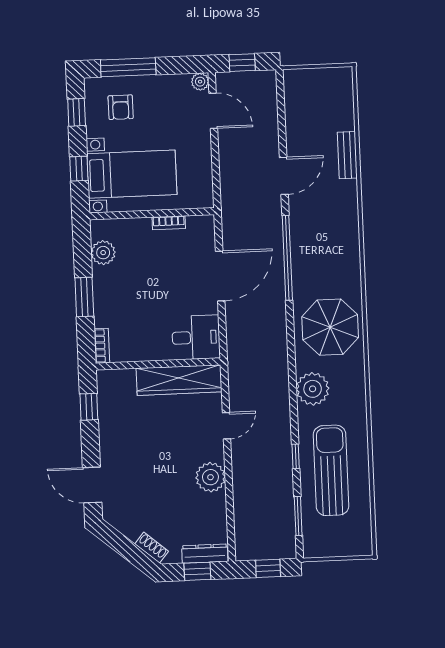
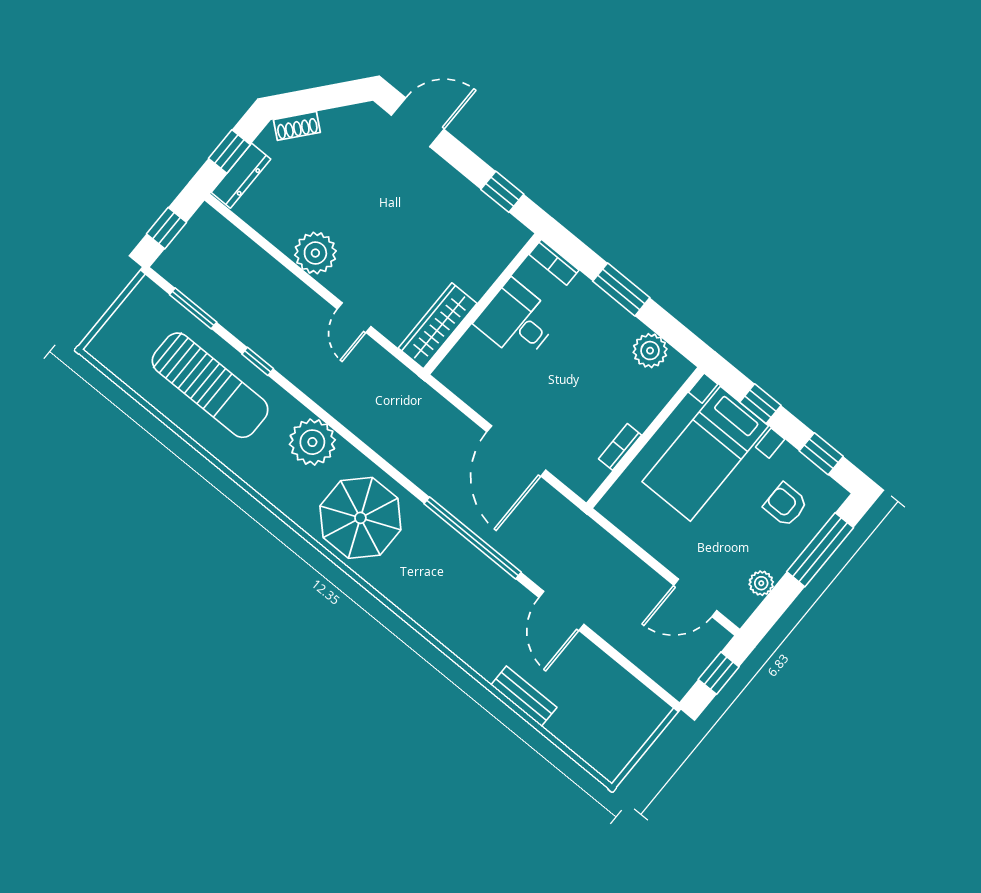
plant: (200, 82) -> (761, 583), moved
desk: (196, 337) -> (517, 321), moved, turned 90
wardrobe: (179, 380) -> (438, 326), width x0.71, depth x0.85

